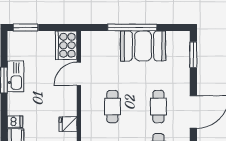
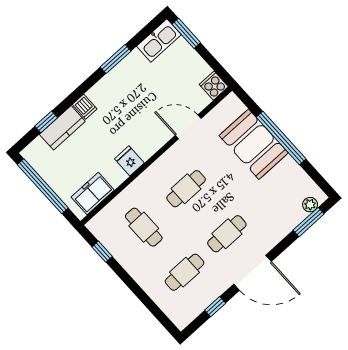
cooker: (66, 45) -> (214, 86), width x0.53, depth x0.76
plant: (184, 45) -> (310, 205), added
booth: (143, 46) -> (254, 144), moved
kitchen sink: (16, 76) -> (159, 40), moved

